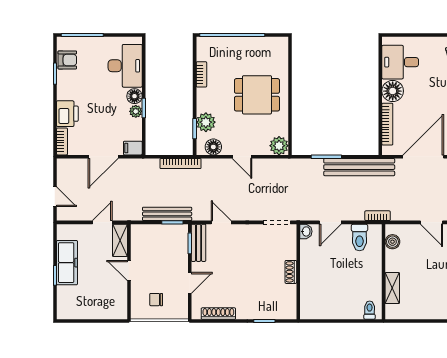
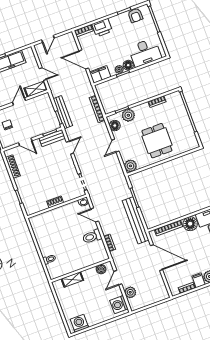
filing cabinet: (133, 148) -> (100, 74), width x2.00
boiler: (392, 242) -> (101, 269), moved
wall: (384, 272) -> (80, 270), moved
shelving: (392, 288) -> (72, 280), moved

